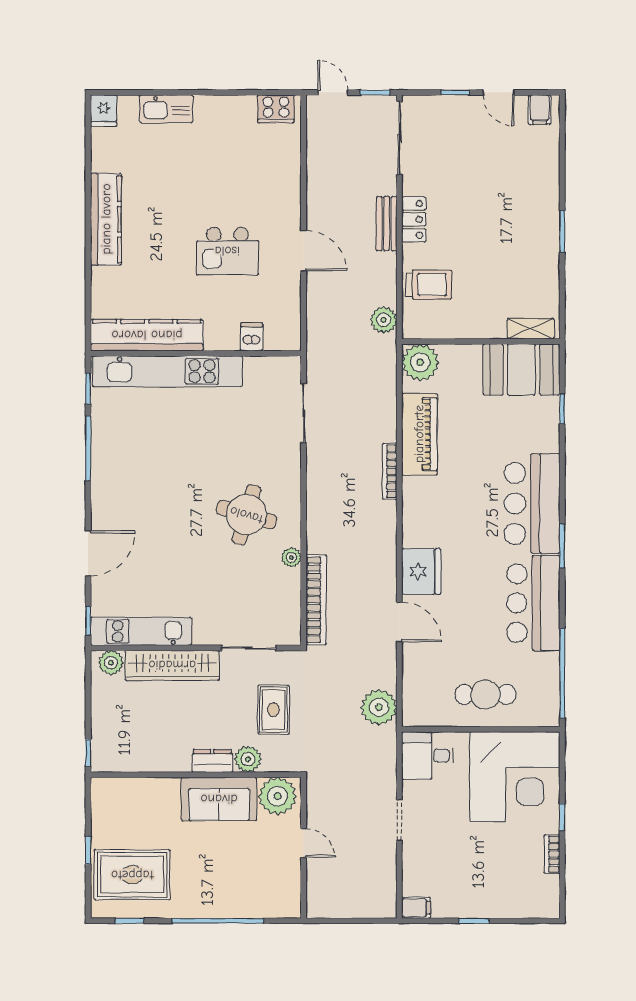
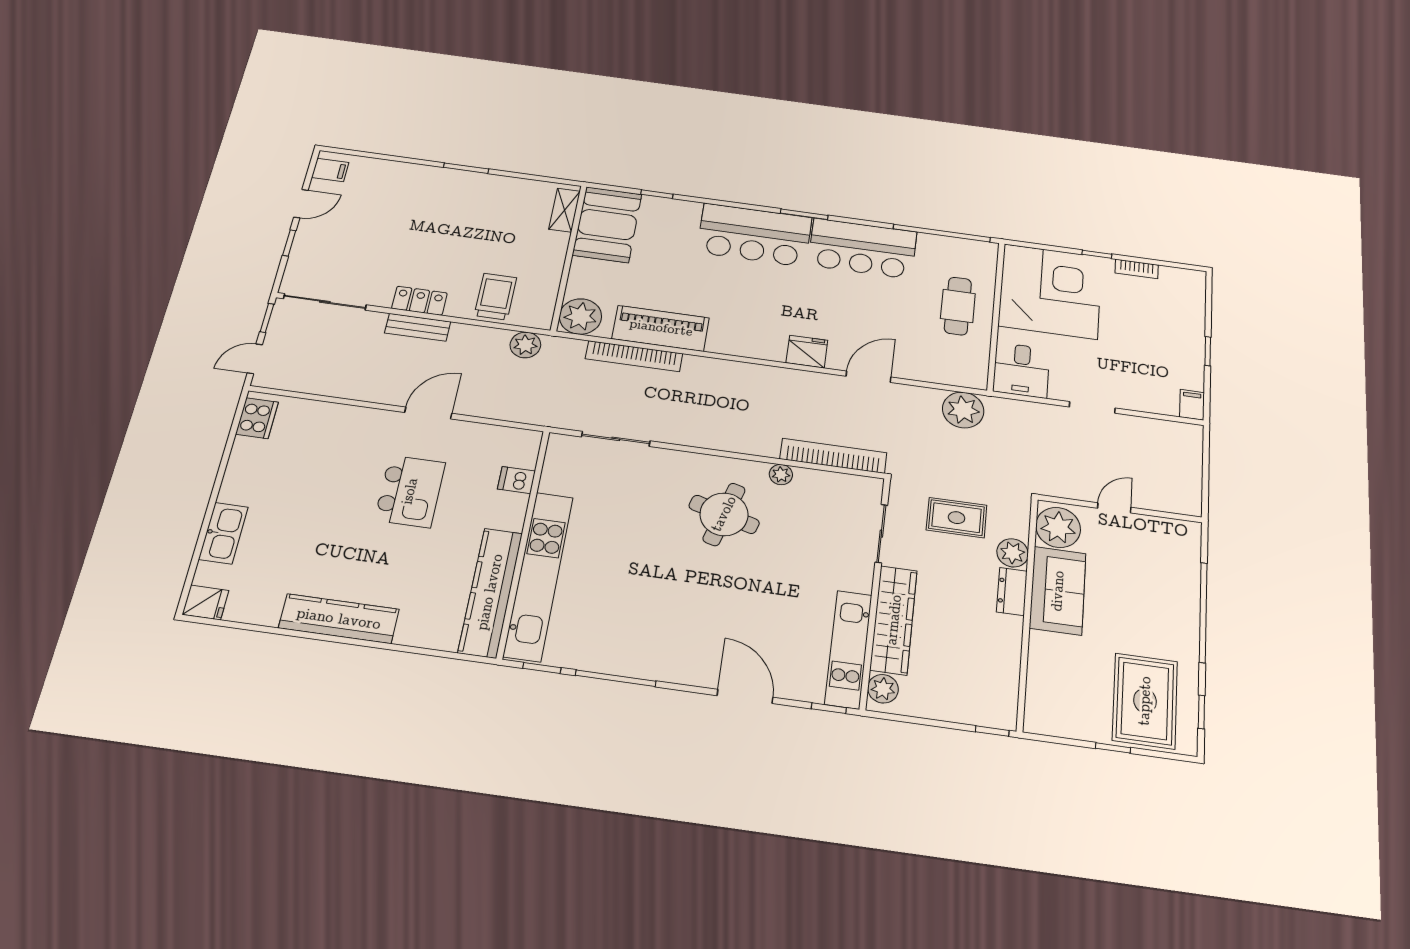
bookcase: (390, 471) -> (634, 356), moved, width x1.48, depth x1.31
fridge: (421, 571) -> (807, 352), width x0.73, depth x0.75

